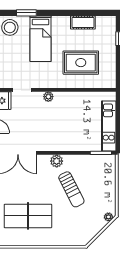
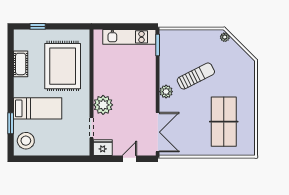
rug: (81, 63) -> (63, 66), width x1.37, depth x1.44
plant: (48, 97) -> (103, 105), width x1.88, depth x1.88

